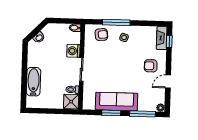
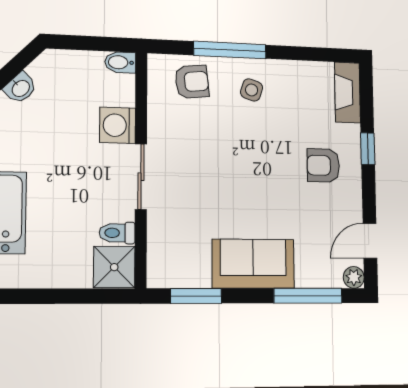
window: (169, 42) -> (368, 149), moved
door: (168, 81) -> (370, 241), moved
sofa: (117, 102) -> (253, 264), width x0.73
window: (111, 113) -> (196, 296), moved

